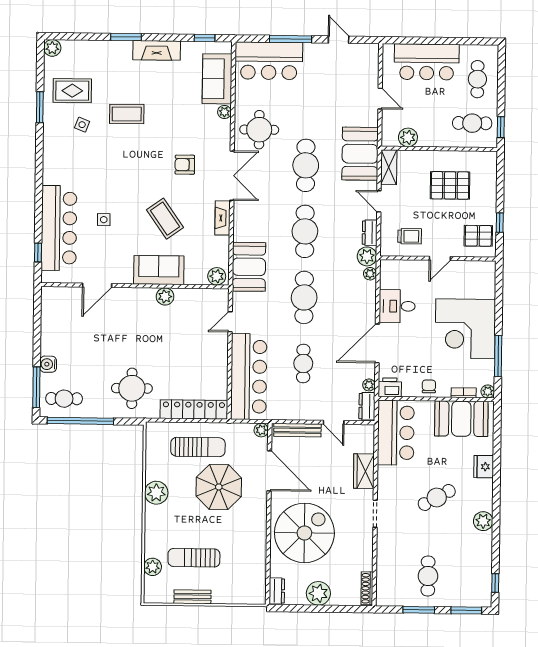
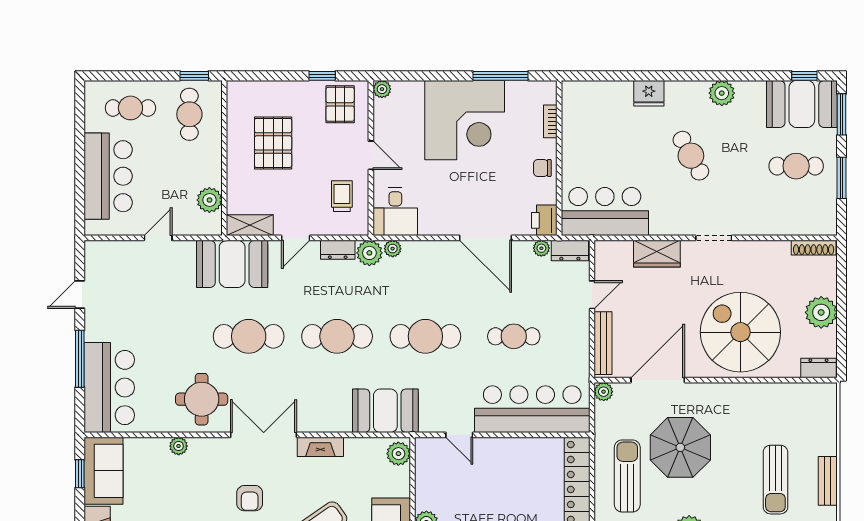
sofa: (217, 79) -> (104, 471), moved, turned -90
desk: (397, 306) -> (395, 212), moved
plant: (488, 391) -> (382, 89), moved
booth: (461, 419) -> (802, 104), moved, turned 90

